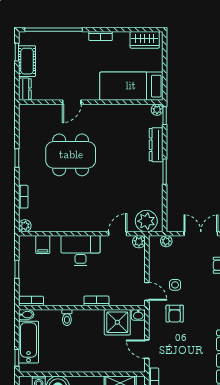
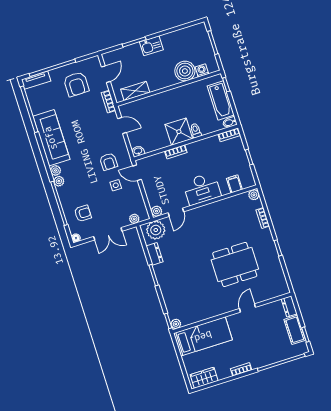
dresser: (156, 145) -> (154, 254), moved, width x0.70
armchair: (175, 314) -> (109, 162), turned 180
shower: (117, 322) -> (179, 132), moved

